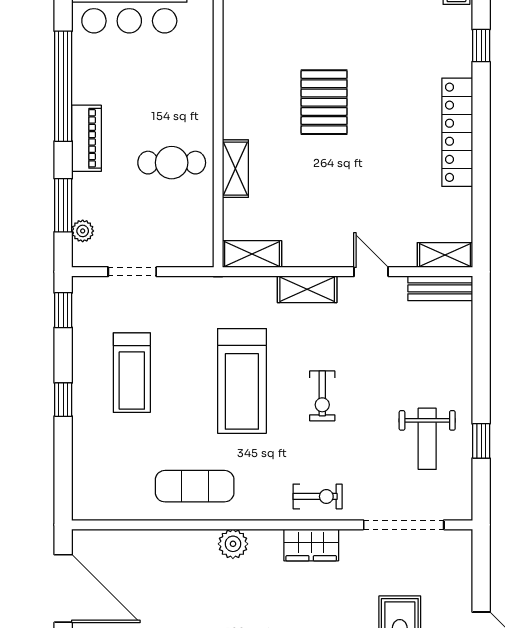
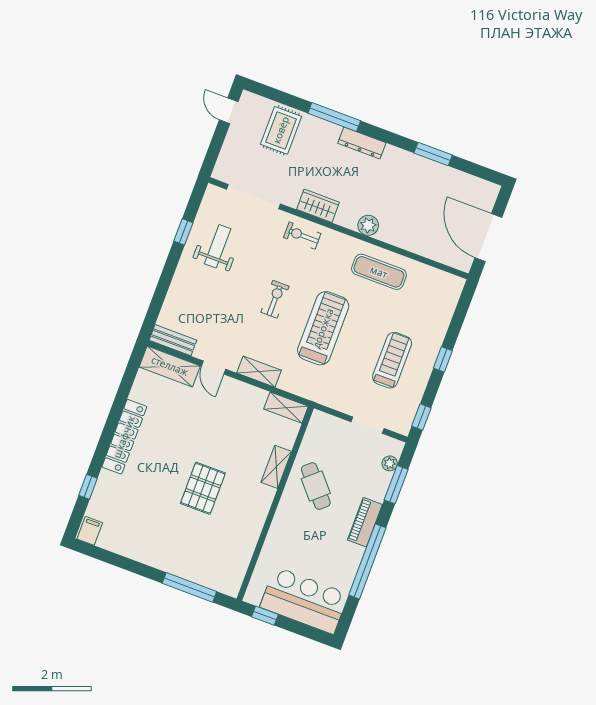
cafe table: (172, 163) -> (316, 486), turned 49
shelving: (445, 255) -> (170, 366), width x1.50, depth x1.33

